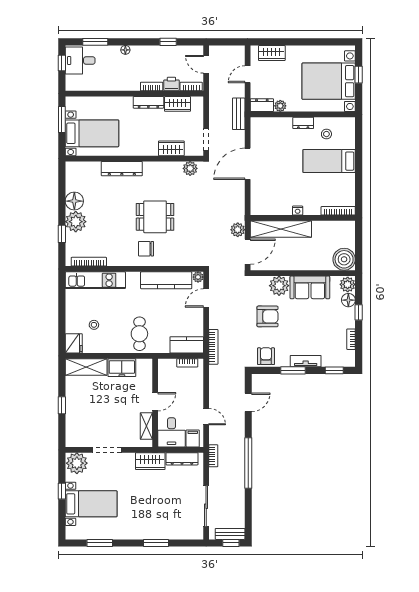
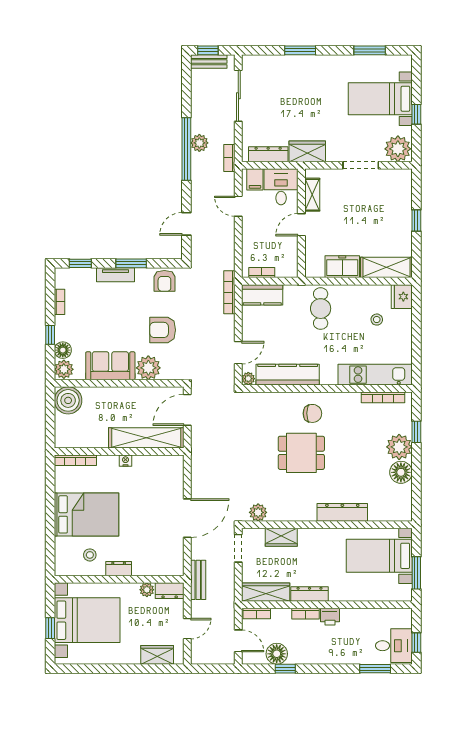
floor lamp: (125, 50) -> (277, 654), moved, width x1.89, depth x1.89
printer: (171, 84) -> (330, 617), moved
wardrobe: (178, 104) -> (266, 592), width x1.50
bed: (329, 161) -> (86, 514), width x1.50
plant: (238, 230) -> (199, 143), moved

